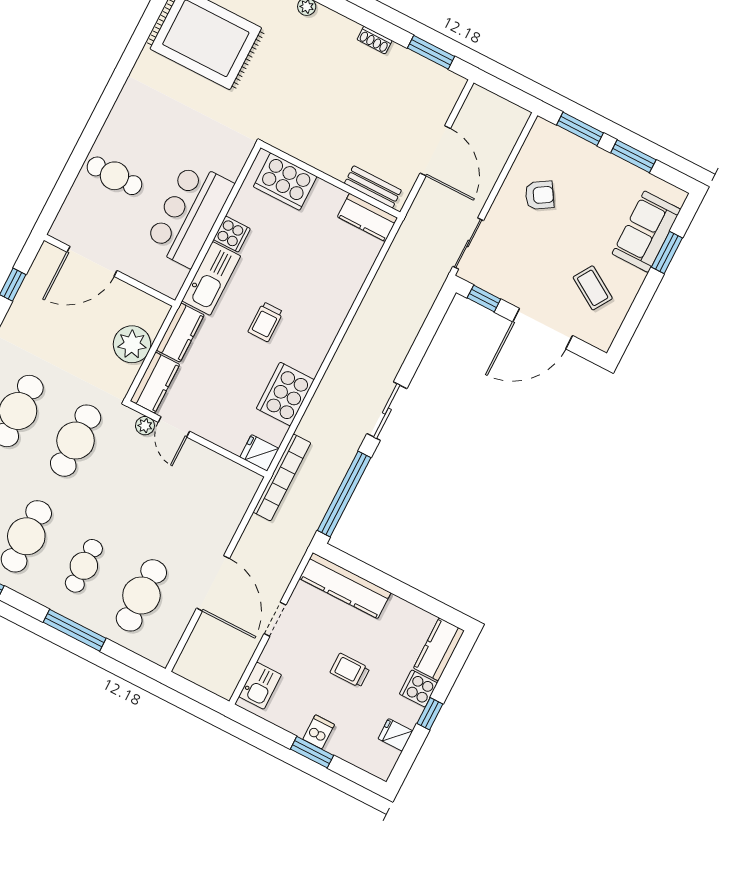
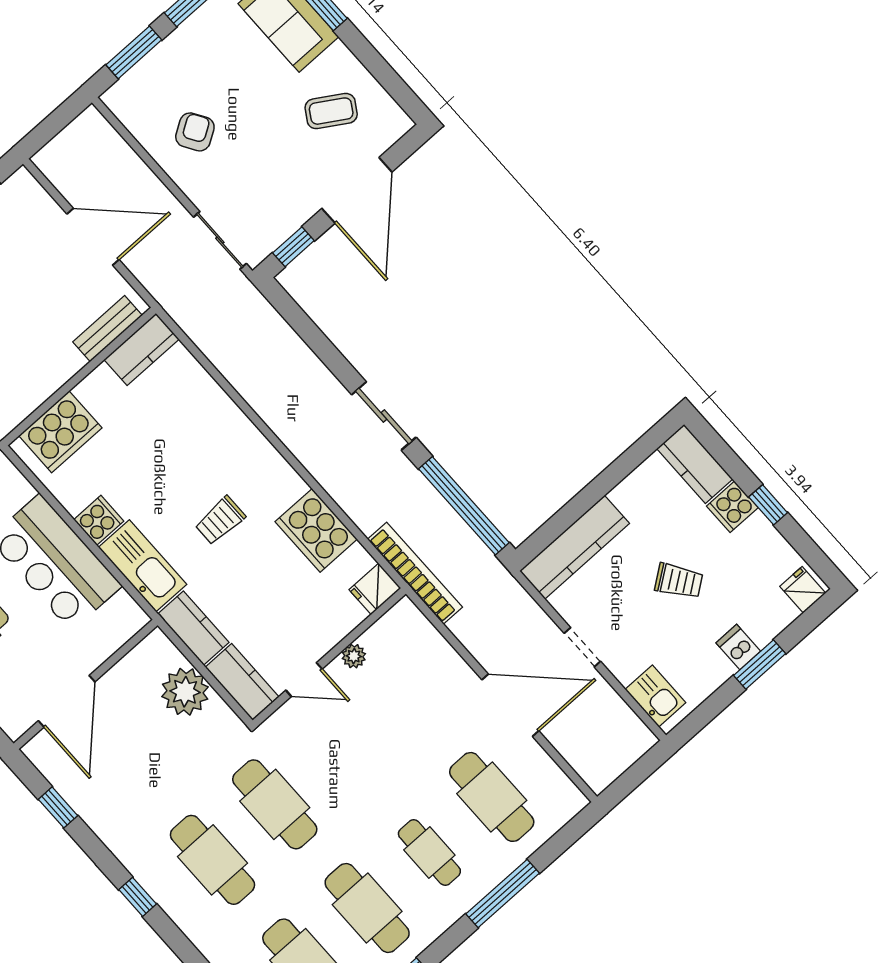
trolley: (266, 322) -> (220, 520), turned 90
plant: (145, 426) -> (354, 656), moved
trolley: (350, 670) -> (679, 581), turned -126
fridge: (395, 735) -> (803, 590), moved, turned 90

